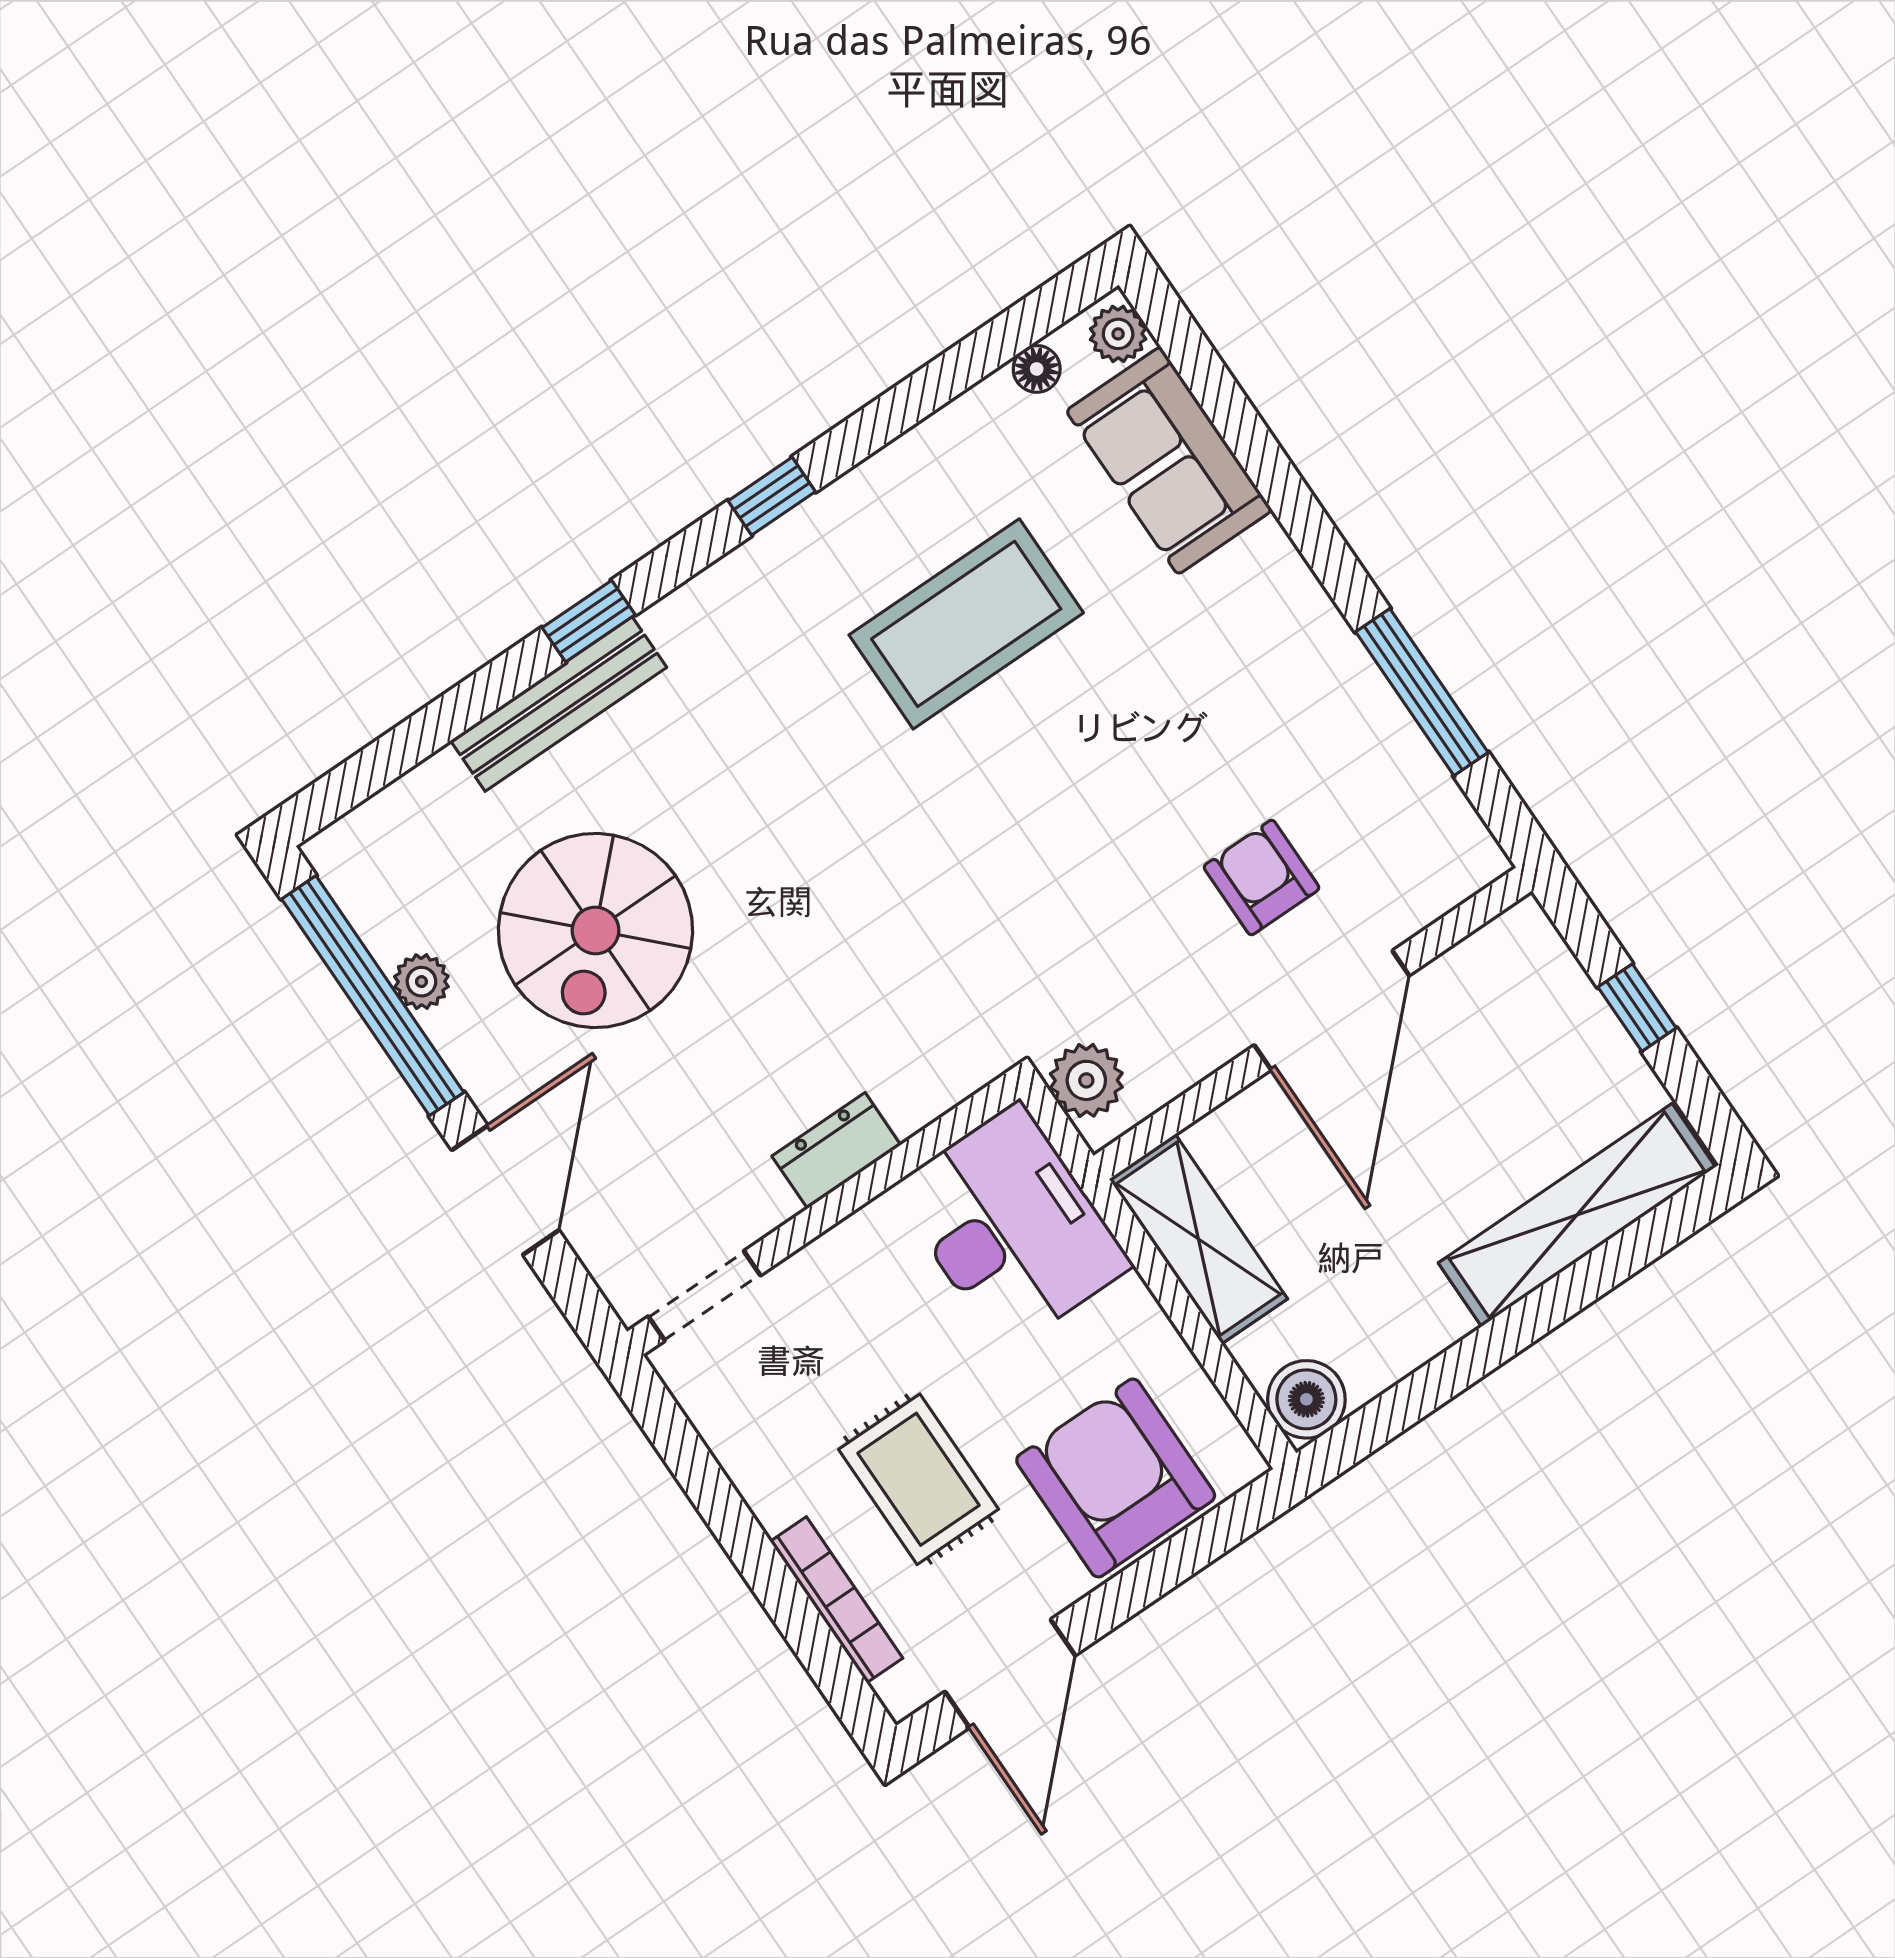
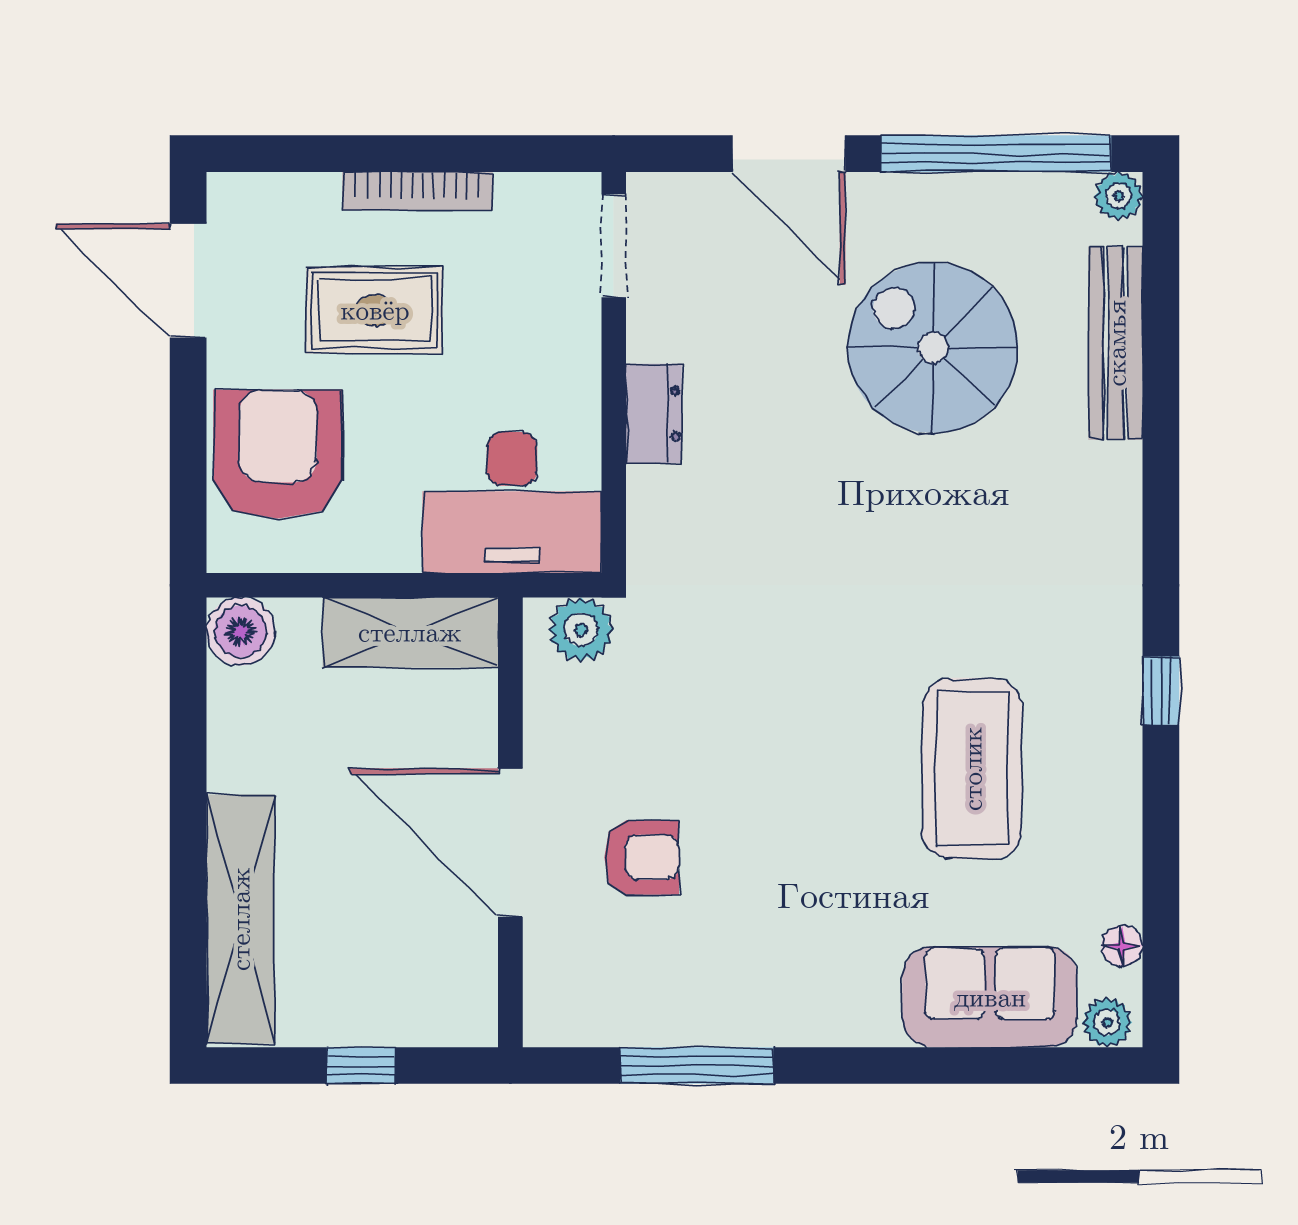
window: (589, 621) -> (1161, 496), removed
bench: (559, 704) -> (1116, 343), moved
plant: (421, 982) -> (1118, 196), moved
armchair: (1116, 1478) -> (278, 454), turned -90
bookcase: (836, 1600) -> (417, 191), moved

